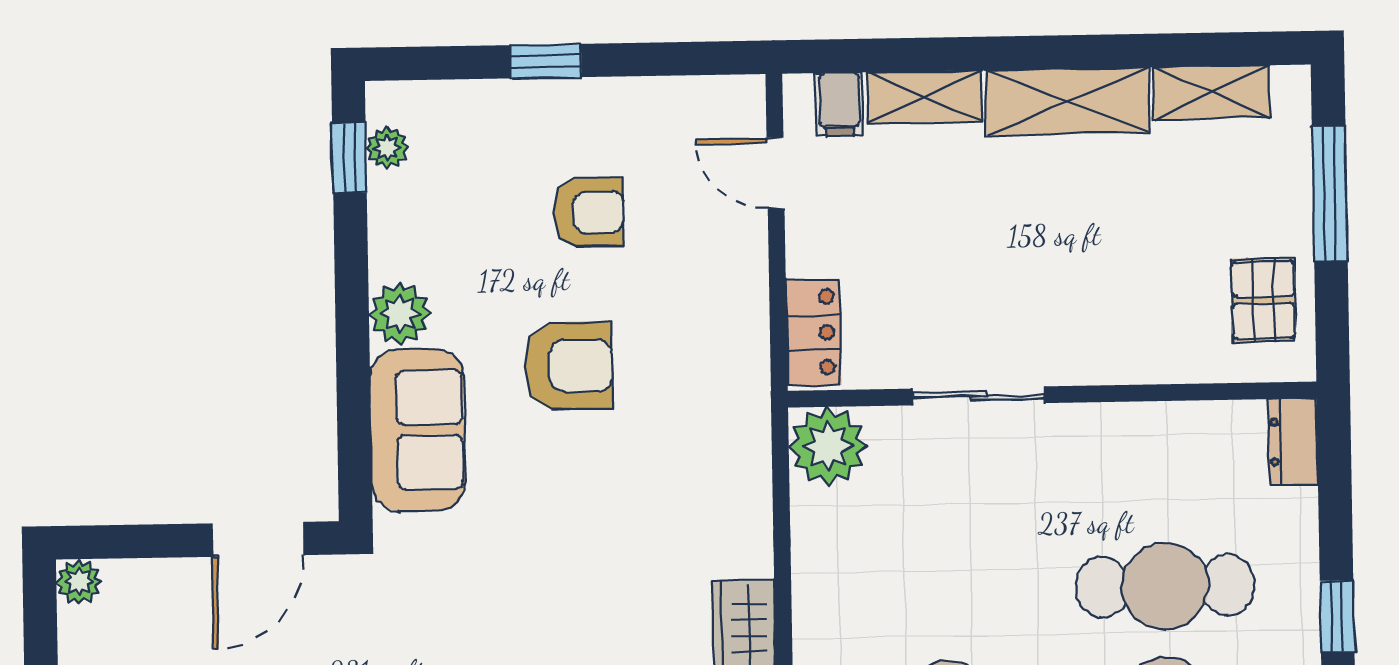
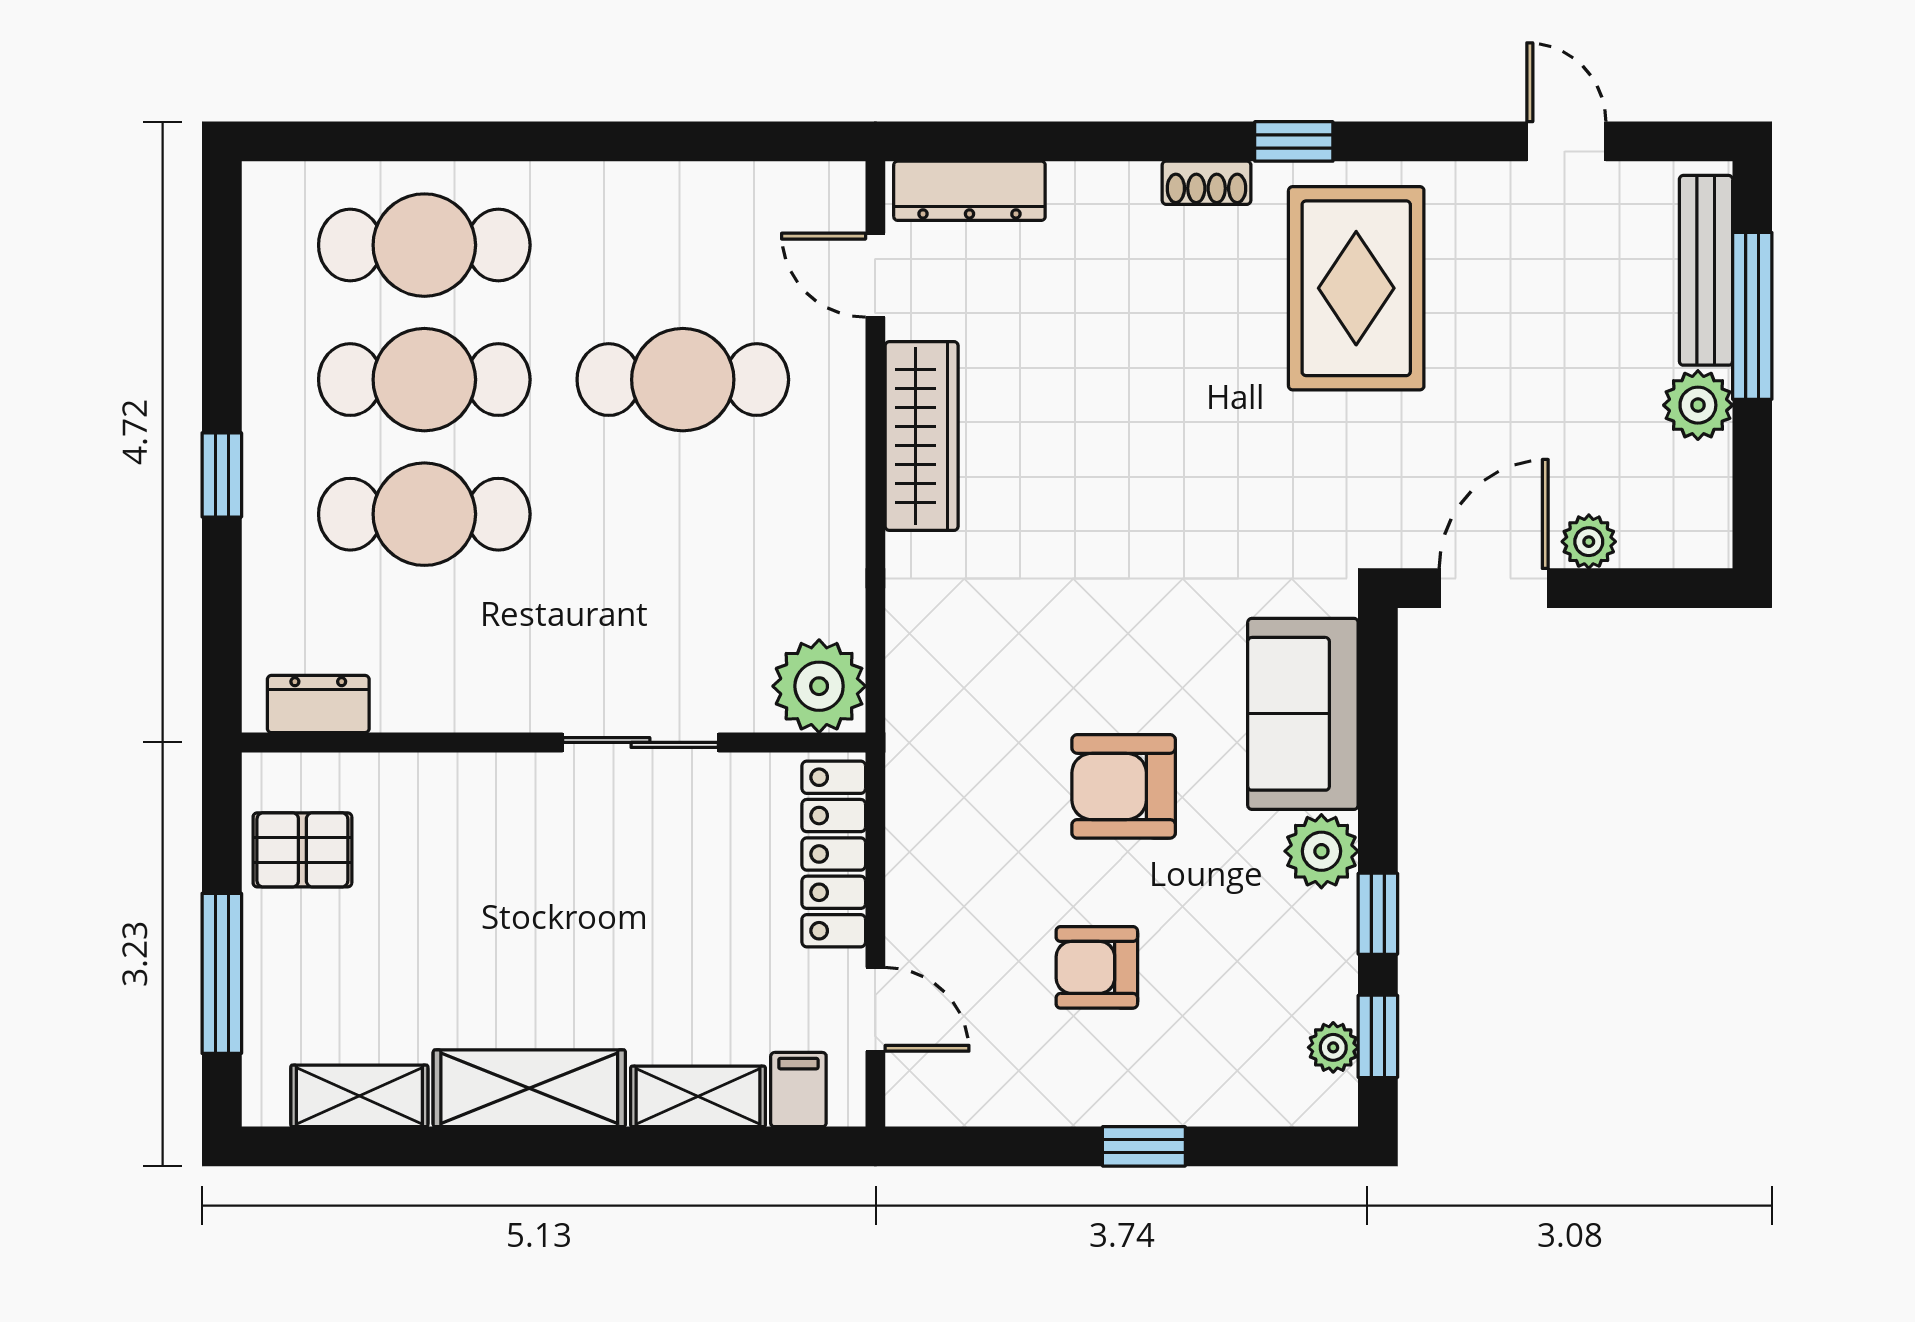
window: (351, 262) -> (1378, 914), added
pallet: (1263, 300) -> (302, 850), turned 90
locker: (814, 332) -> (834, 854), width x1.53
dresser: (1293, 442) -> (318, 704), moved, turned -90
plant: (79, 582) -> (1589, 542), moved

